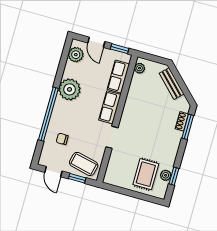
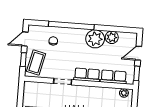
plant: (76, 55) -> (112, 37), moved

